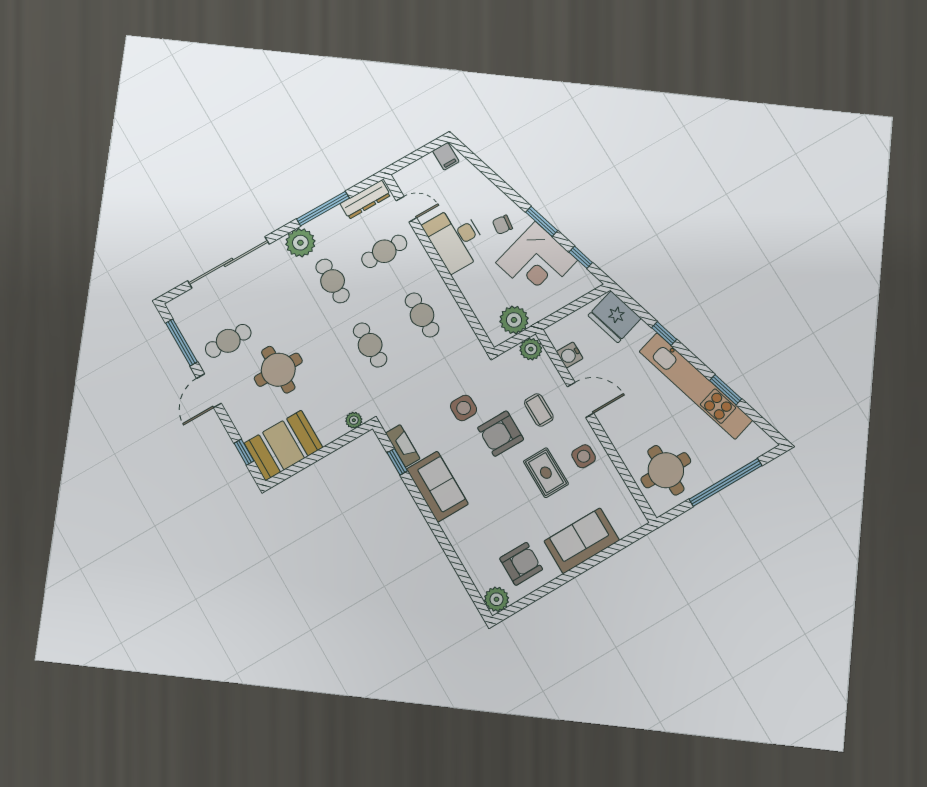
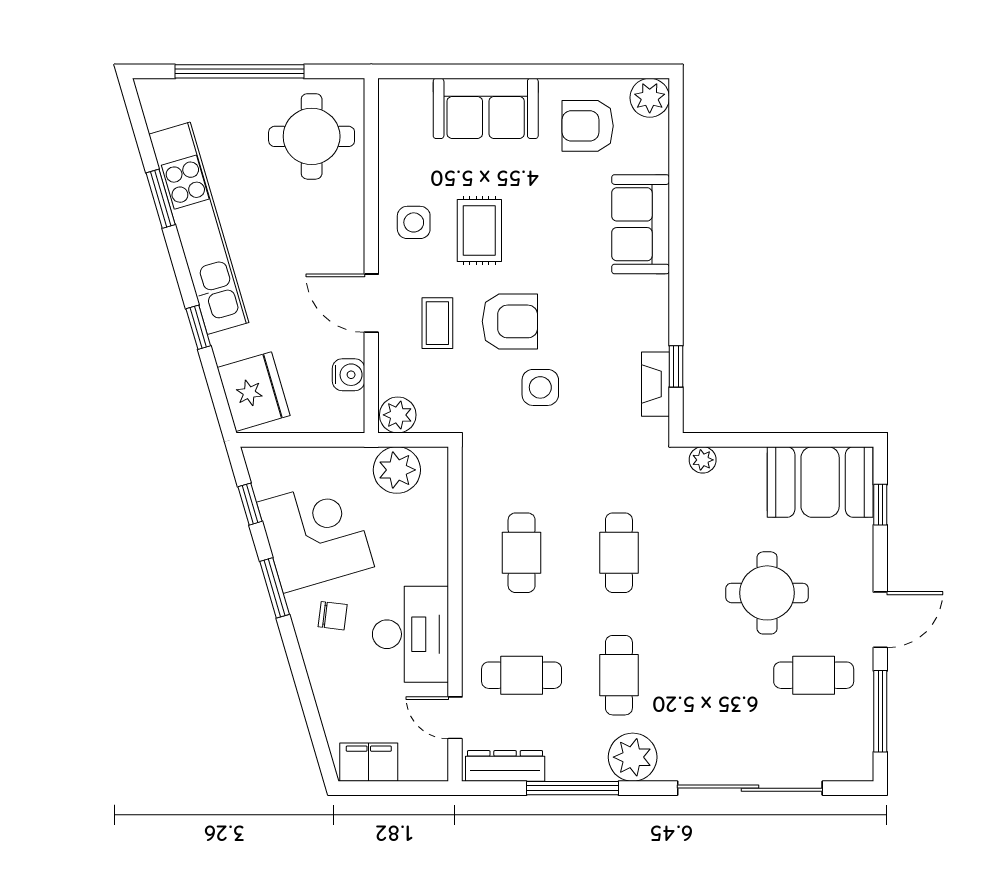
filing cabinet: (446, 156) -> (369, 762), width x2.00
sofa: (437, 487) -> (641, 224), moved

